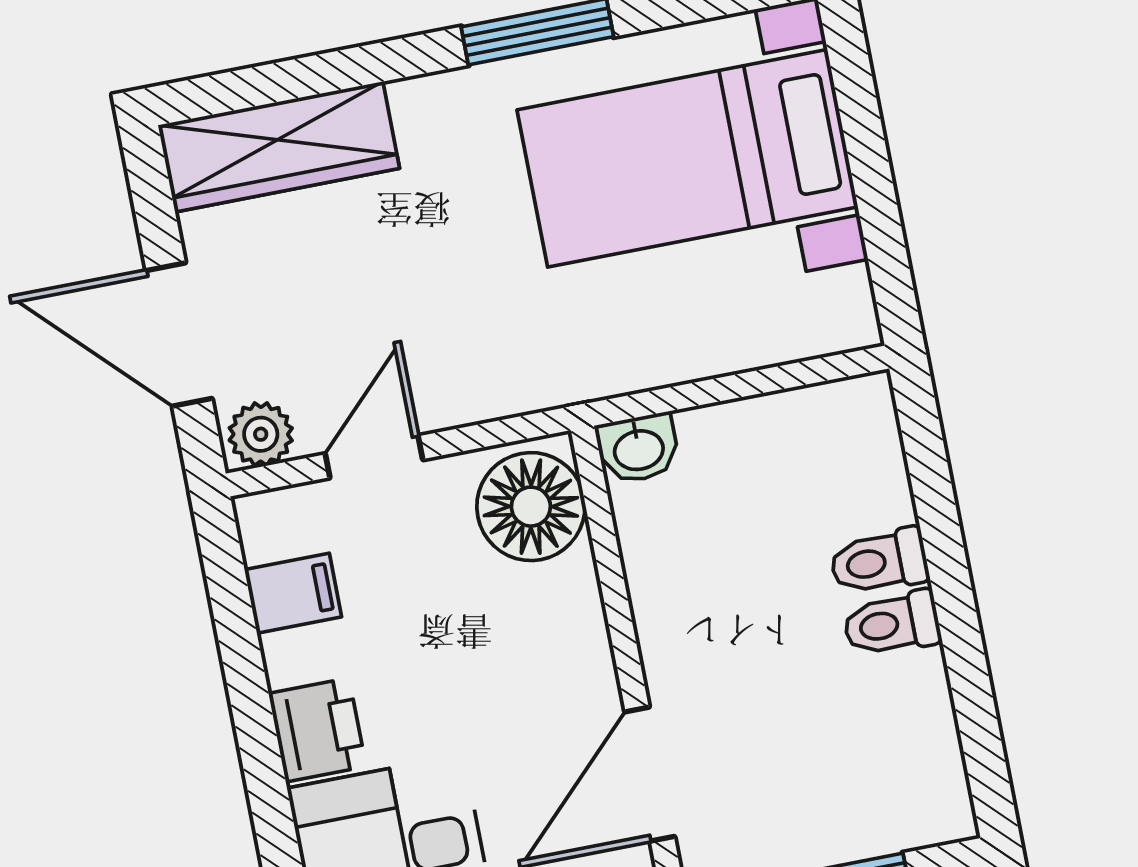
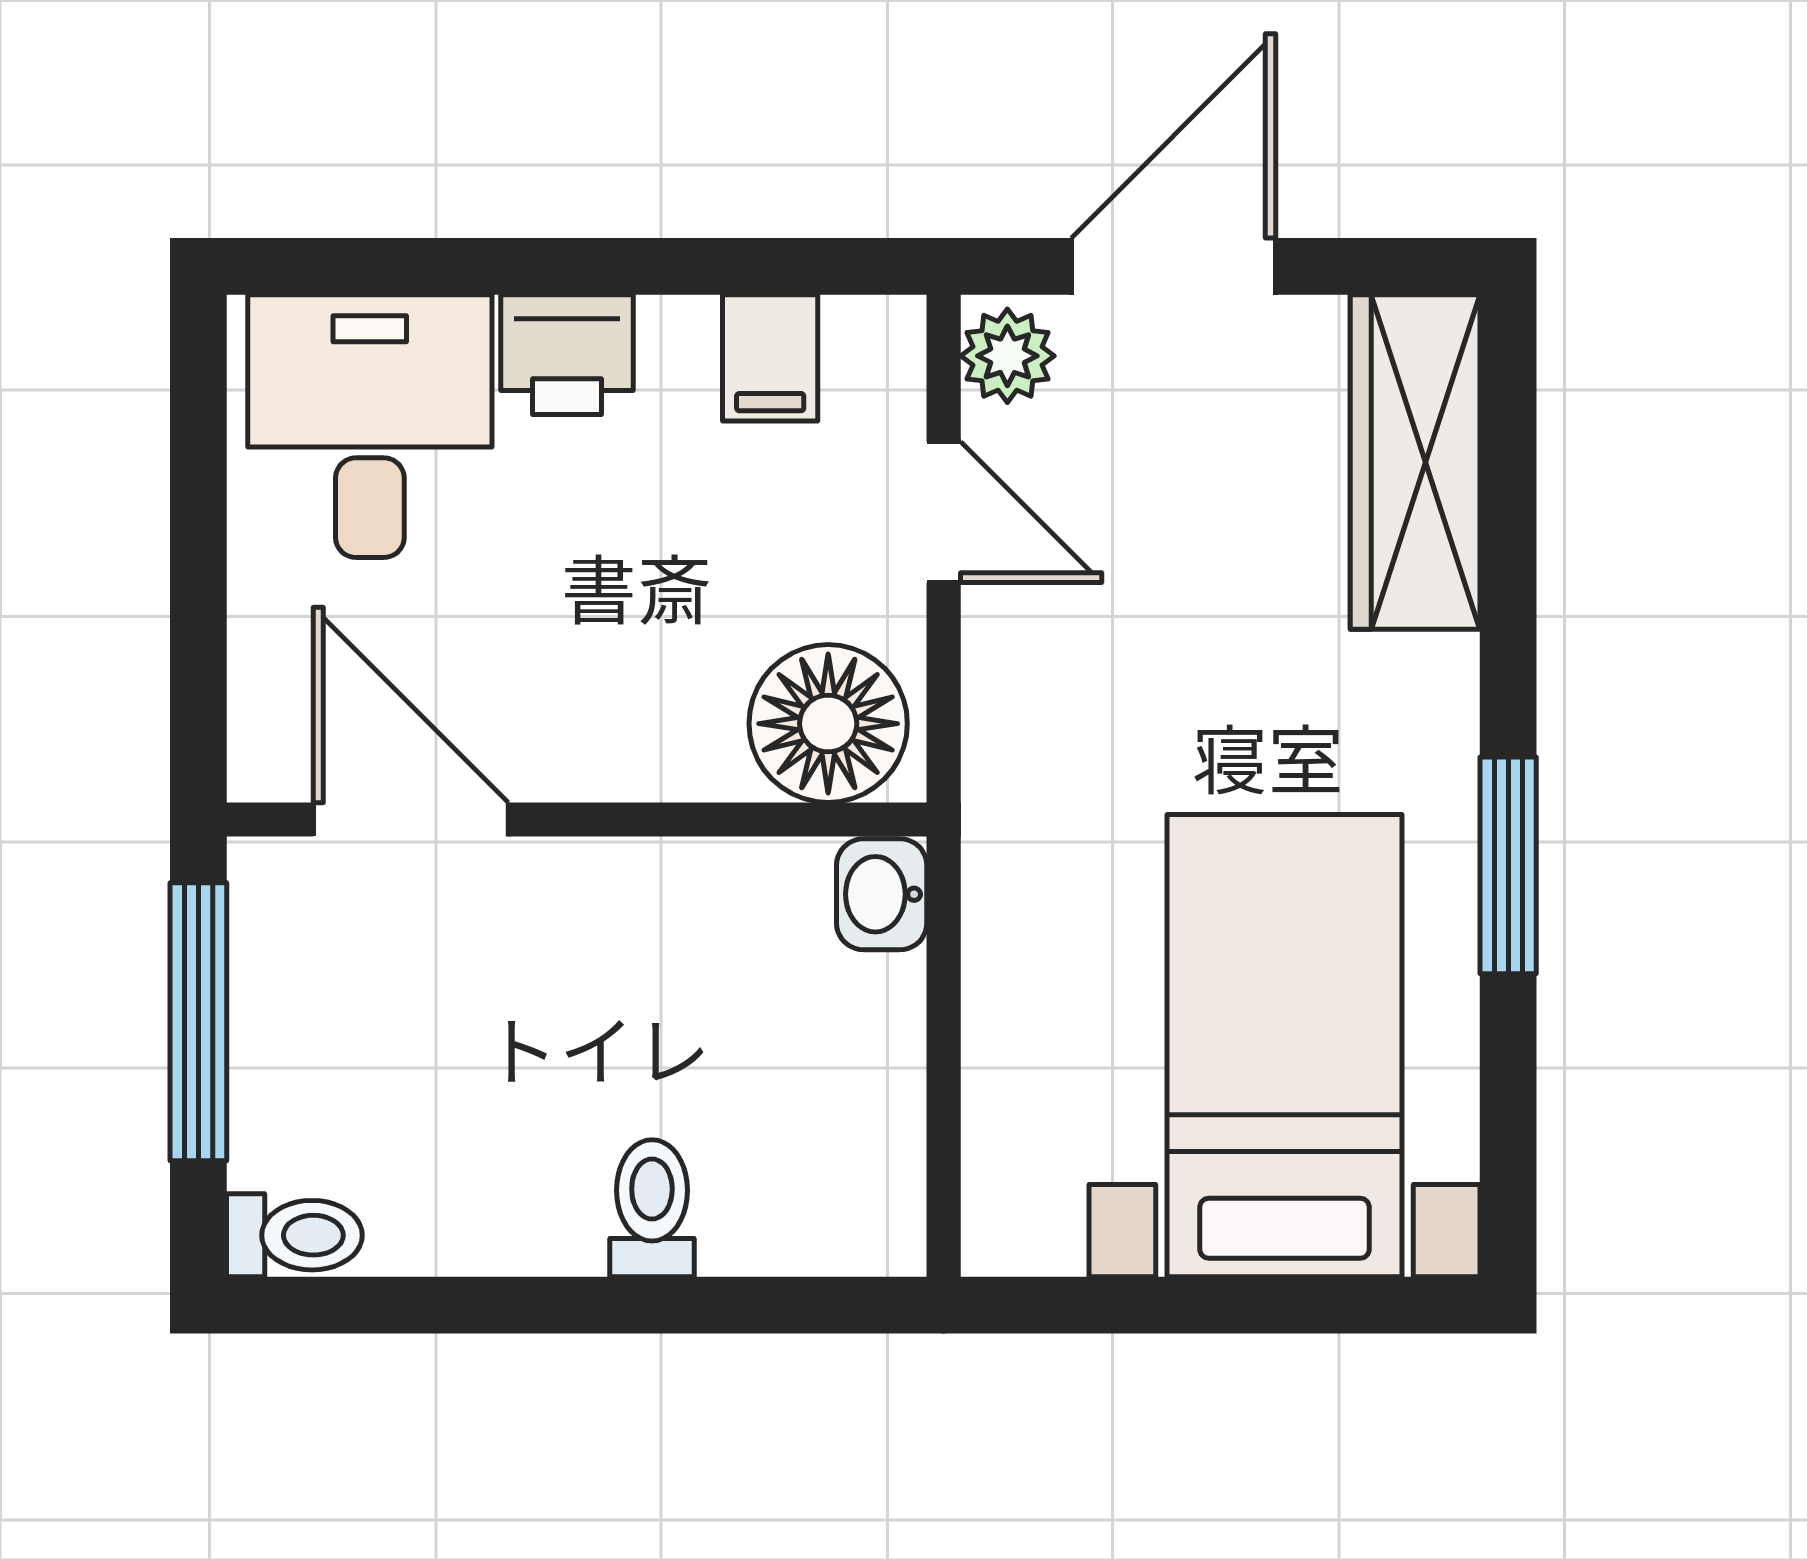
toilet: (892, 624) -> (294, 1235), moved, turned 90

